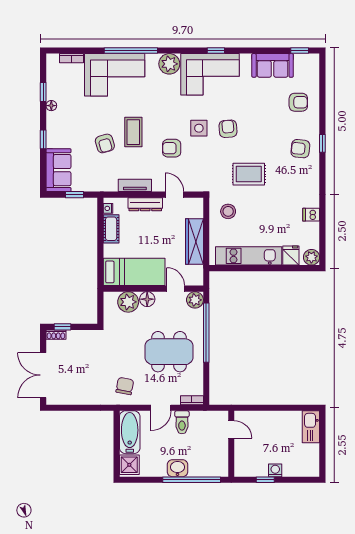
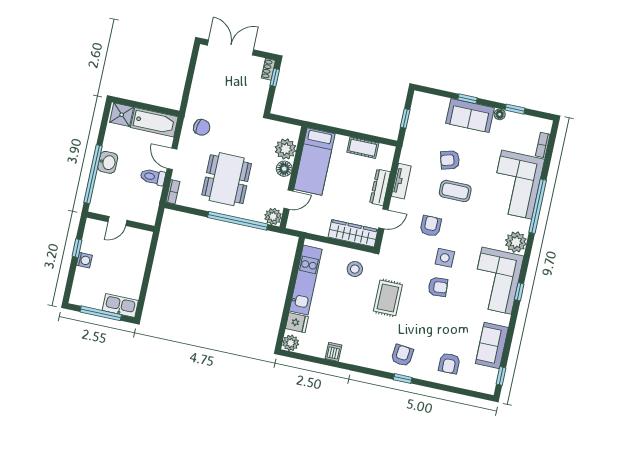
sofa: (58, 170) -> (470, 115), moved
nightstand: (108, 208) -> (384, 149), removed
wardrobe: (194, 242) -> (353, 233), moved
door: (231, 429) -> (117, 221), moved
window: (322, 444) -> (101, 313), added

